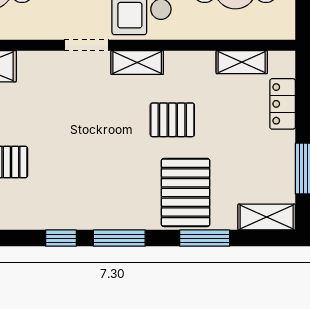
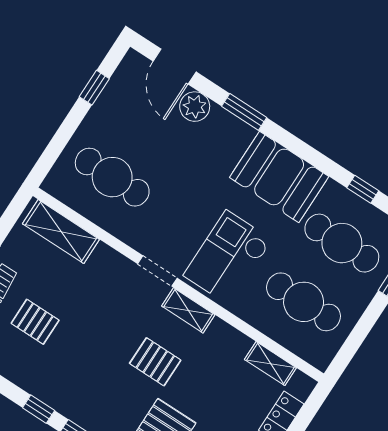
pallet: (172, 120) -> (155, 362), moved

